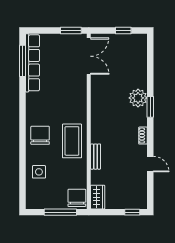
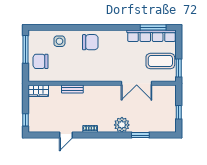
double door: (89, 56) -> (137, 83), moved
window: (150, 107) -> (140, 135), moved
coffee table: (72, 141) -> (160, 61), moved
chair: (77, 198) -> (41, 61), moved, turned 180
window: (60, 212) -> (25, 49), moved

